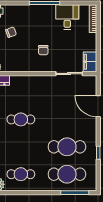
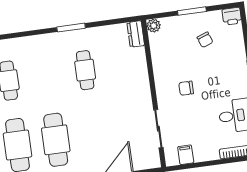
filing cabinet: (90, 62) -> (186, 155), width x0.50

